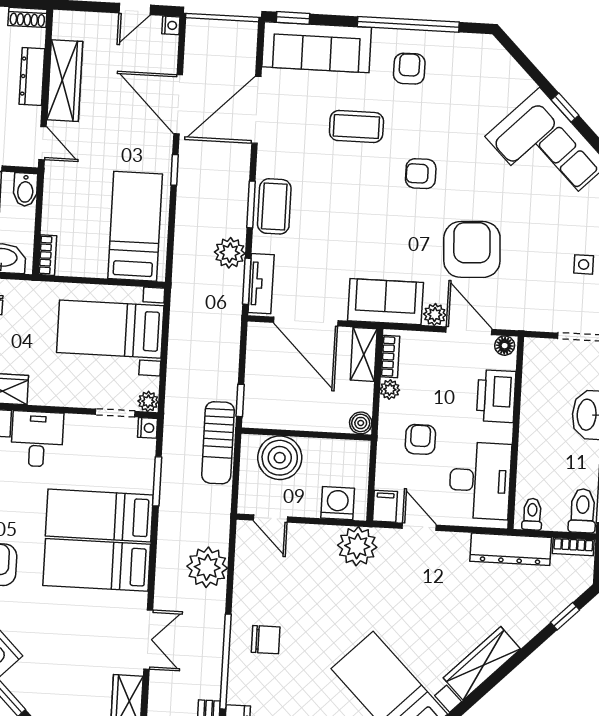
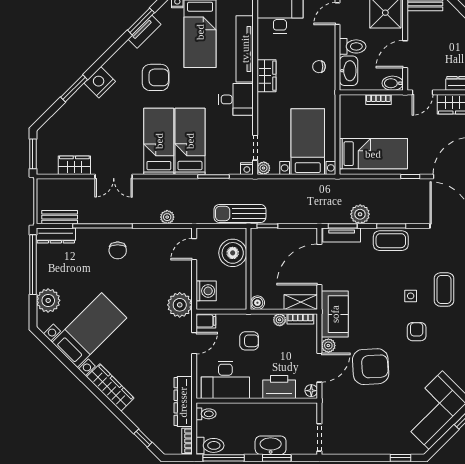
bookcase: (47, 255) -> (378, 99), moved
side table: (584, 264) -> (411, 296), moved
plant: (207, 567) -> (167, 217), width x0.53, depth x0.53

